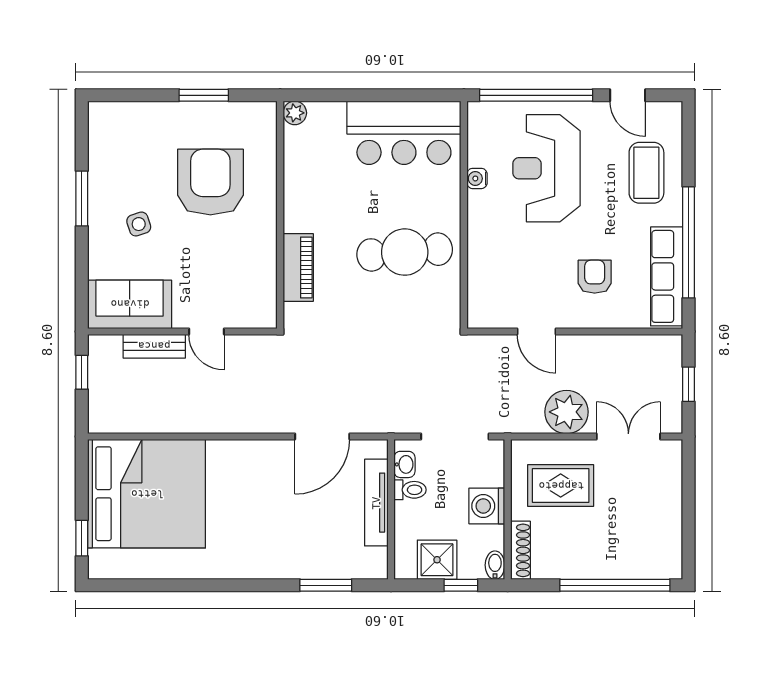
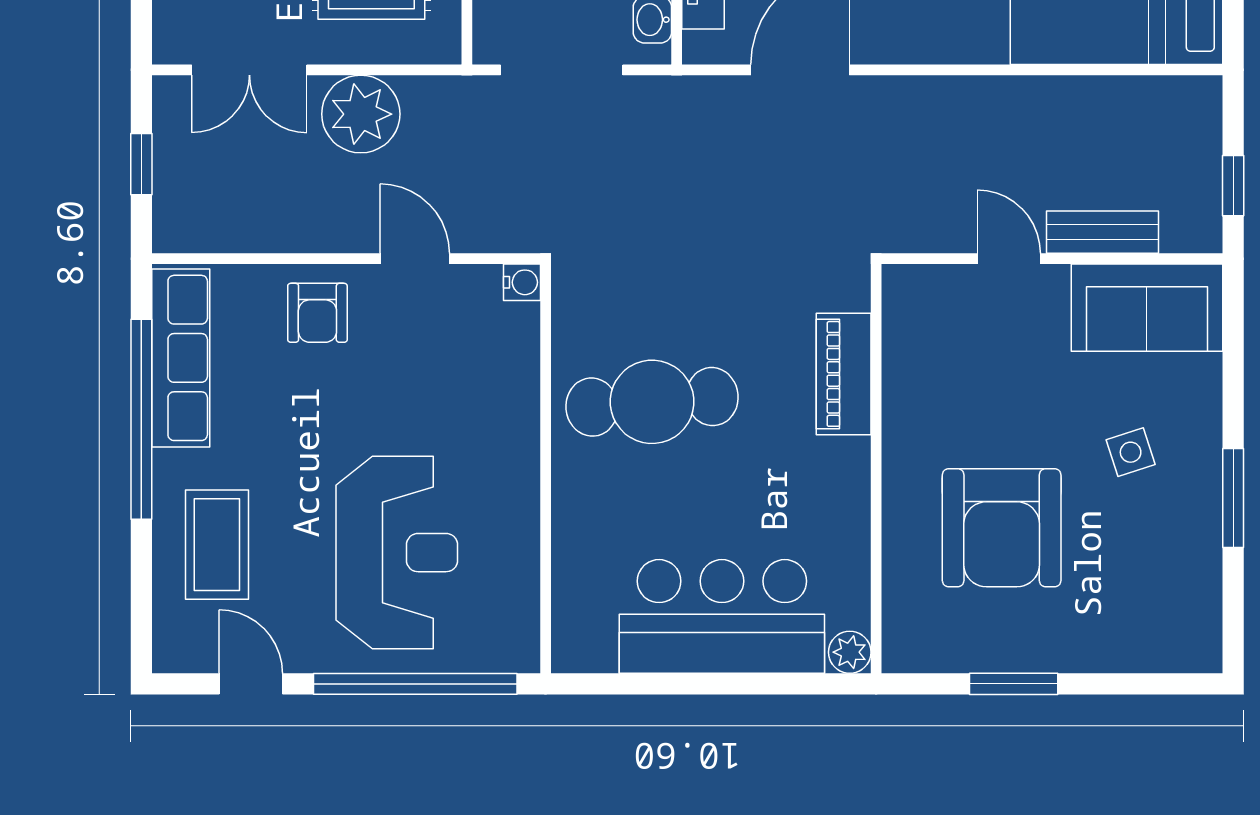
bar counter: (404, 133) -> (722, 616), moved
water cooler: (477, 178) -> (522, 282), moved
armchair: (595, 277) -> (317, 313), moved

